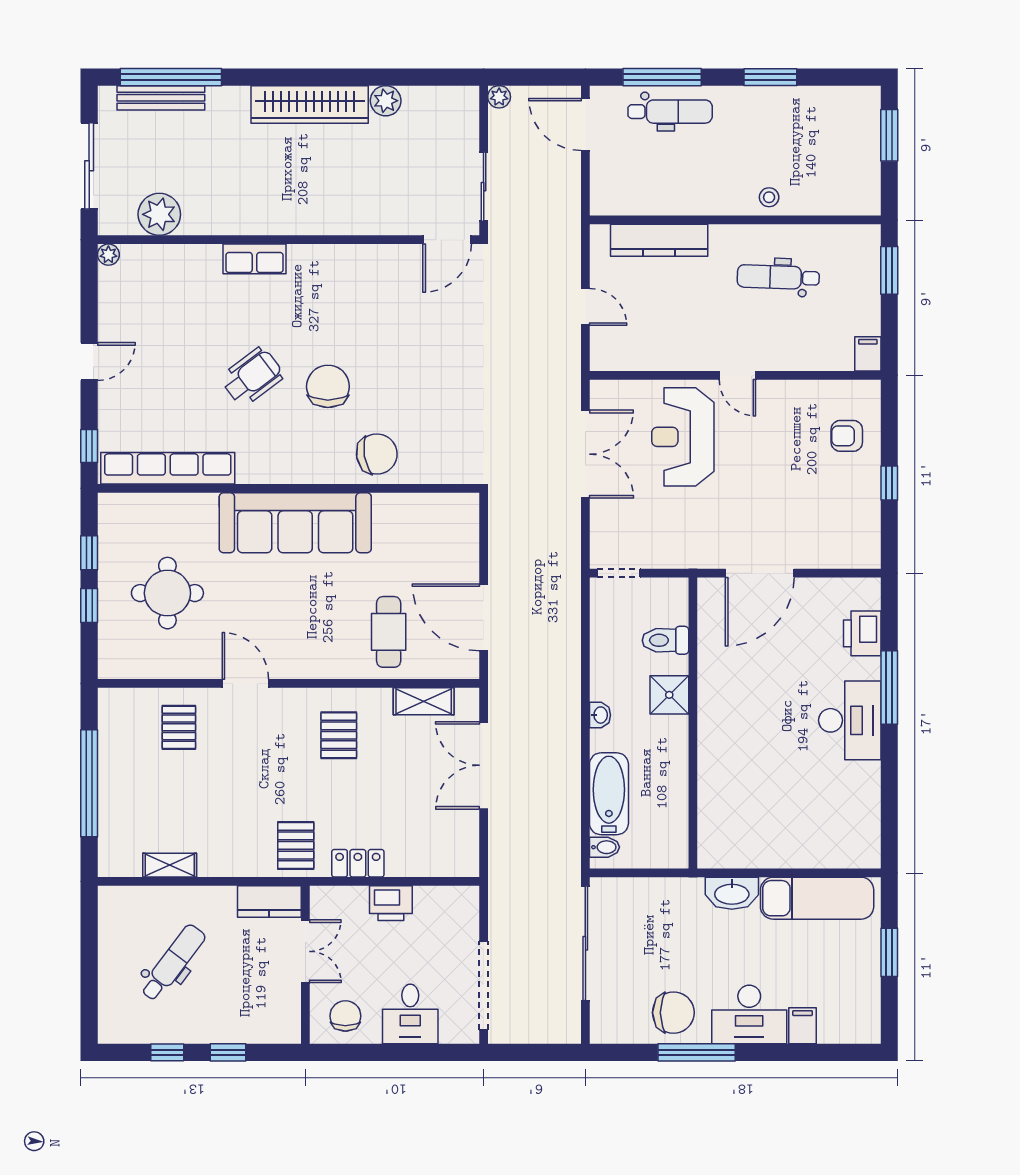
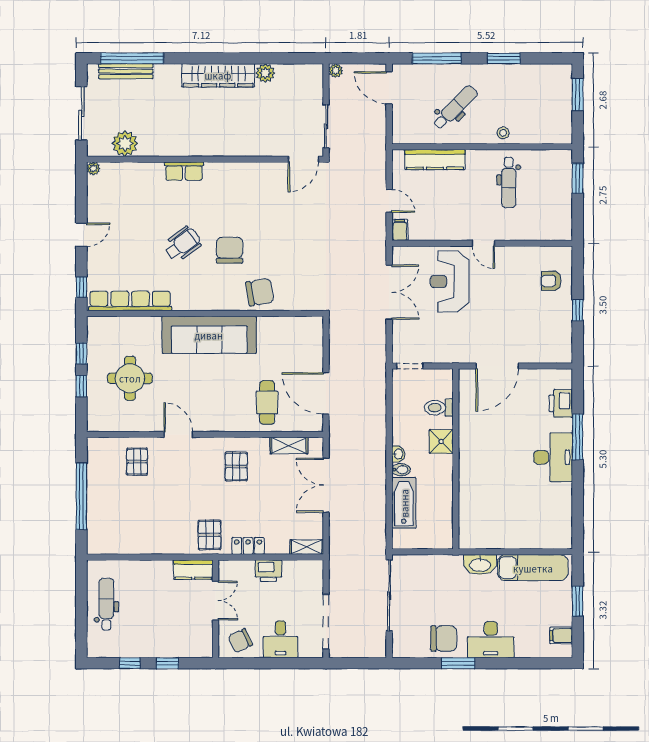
dental chair: (670, 112) -> (455, 108), moved, turned -45
dental chair: (778, 277) -> (509, 182), turned -92
filing cabinet: (868, 354) -> (400, 230), moved
bidet: (604, 847) -> (401, 470), moved
shelving: (170, 865) -> (307, 547), moved
dental chair: (173, 963) -> (106, 604), moved, turned -37
chair: (345, 1016) -> (240, 641), turned -115
filing cabinet: (803, 1026) -> (561, 635), moved, turned -90
window: (697, 1052) -> (458, 663), width x0.69

